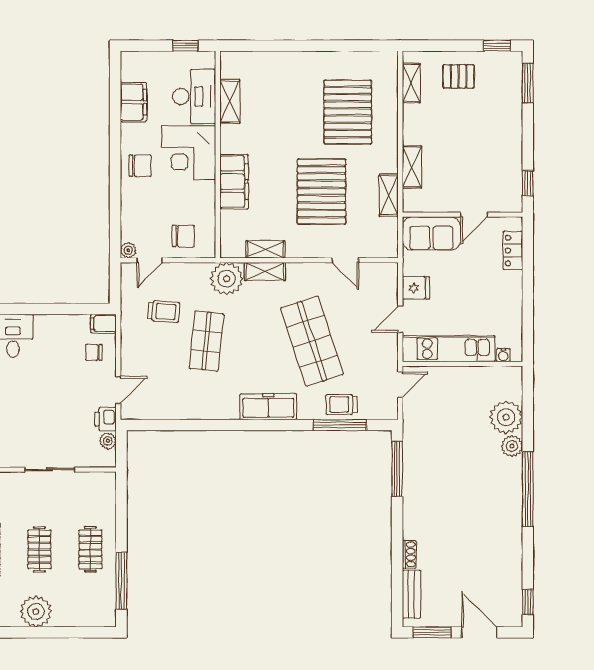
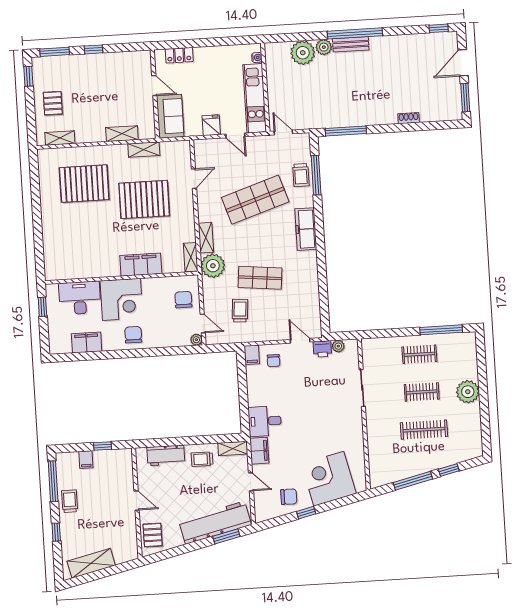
shelving: (230, 101) -> (82, 271), removed
window: (528, 183) -> (94, 49), moved
shelving: (265, 249) -> (191, 257), moved
bench: (411, 594) -> (351, 44), moved

